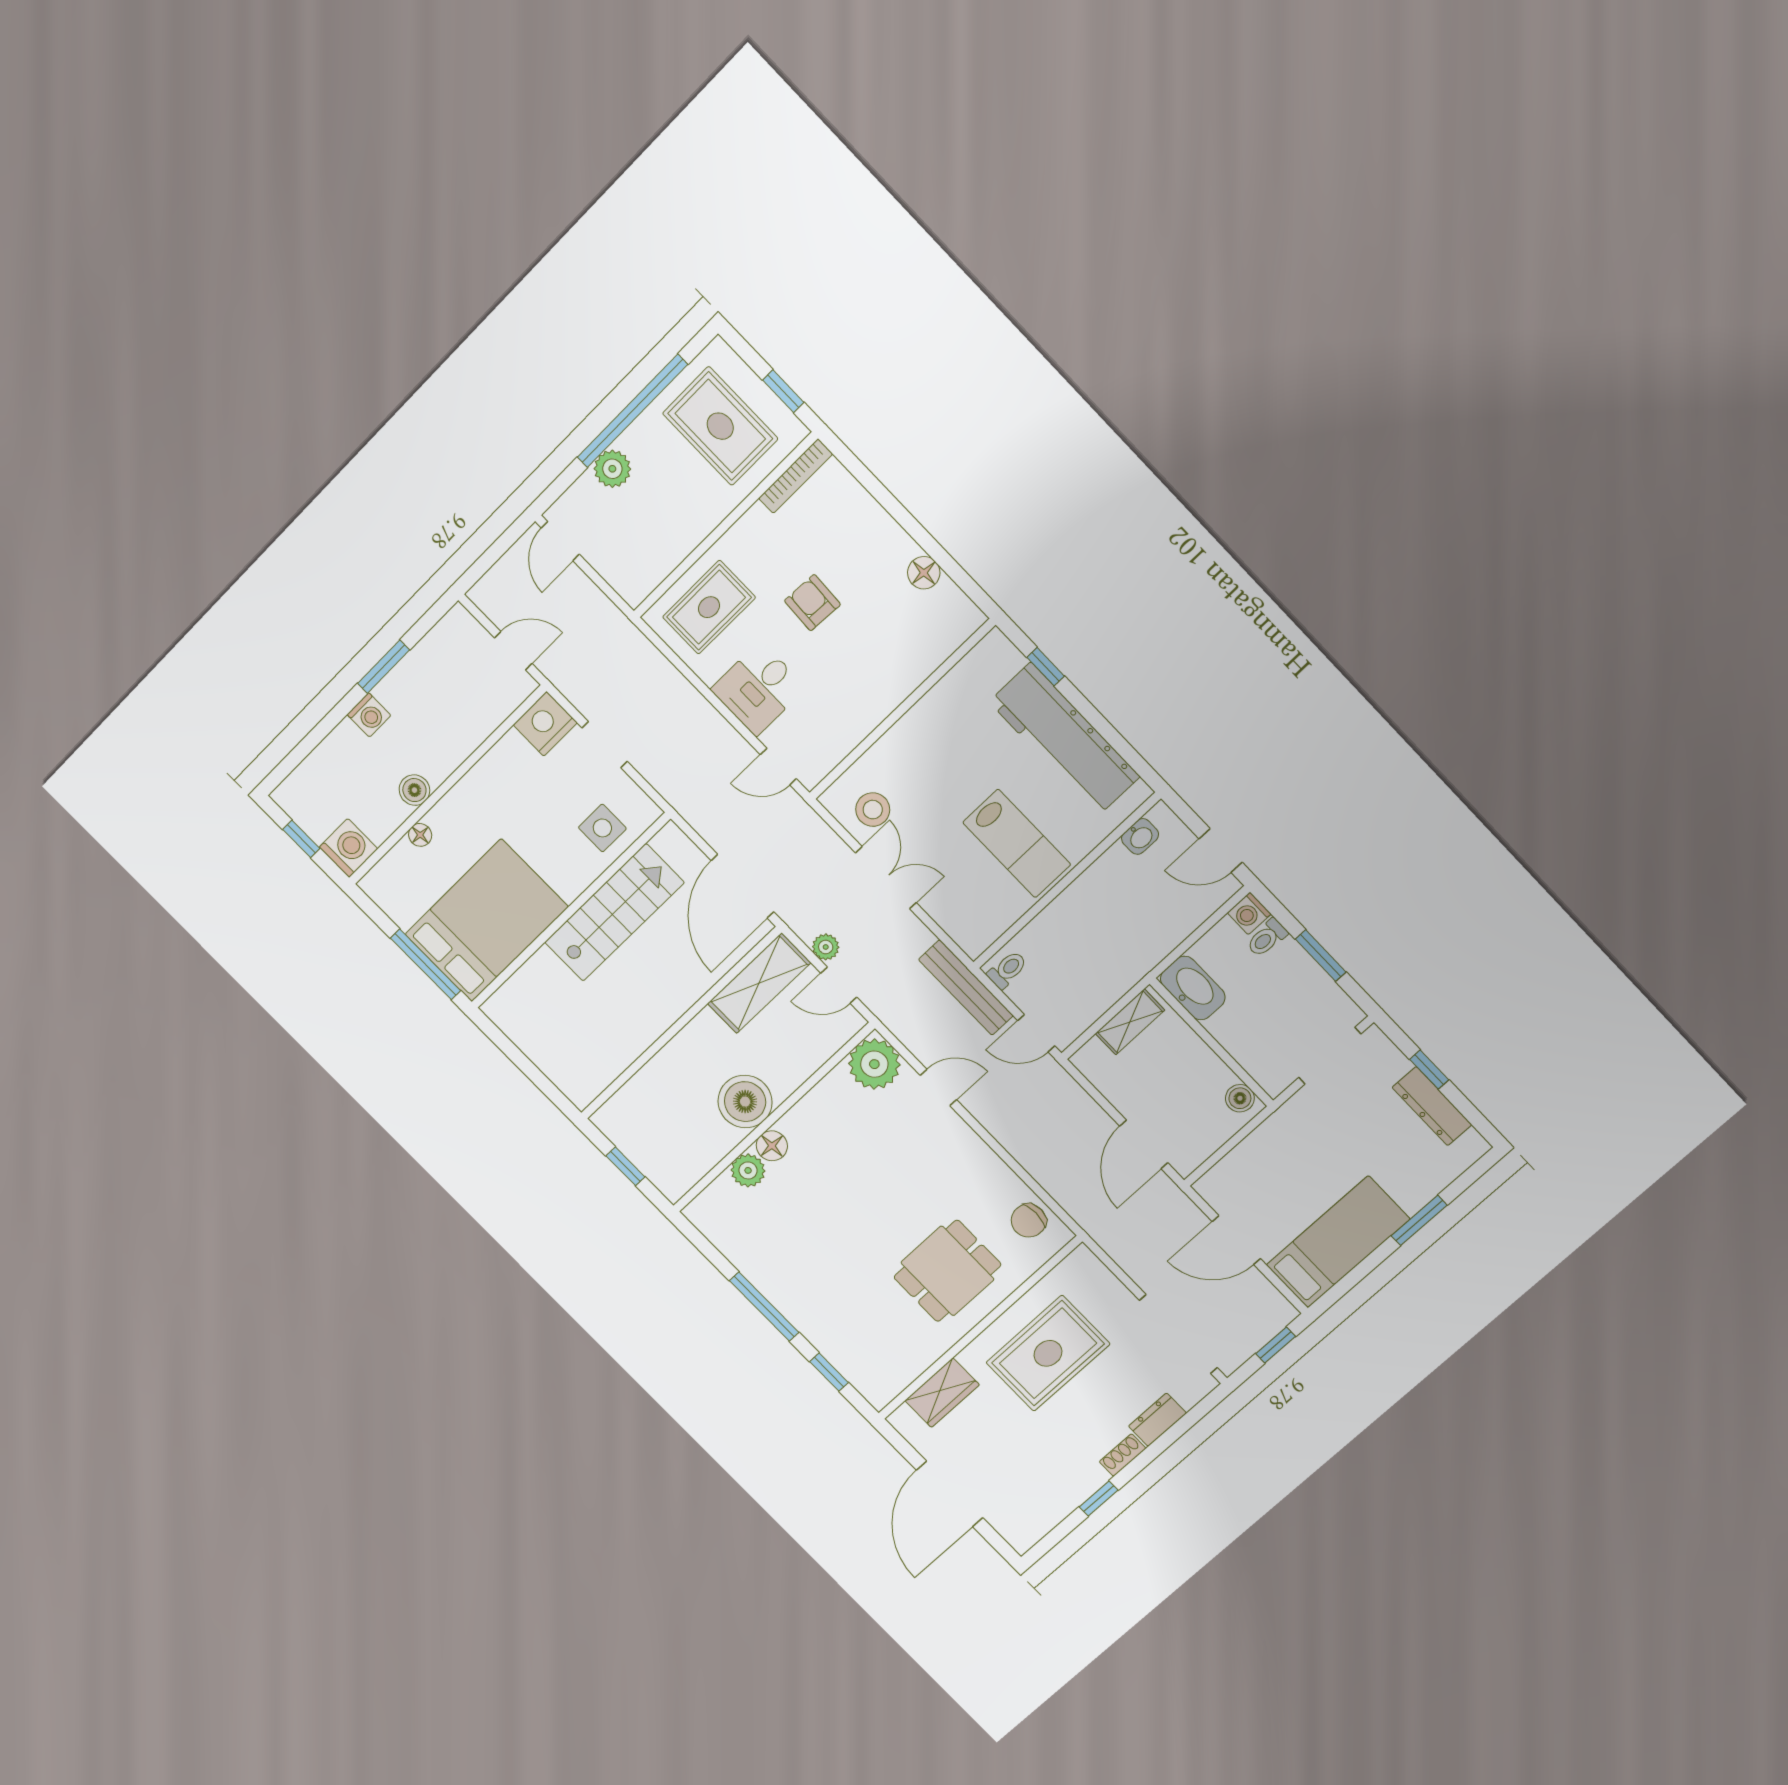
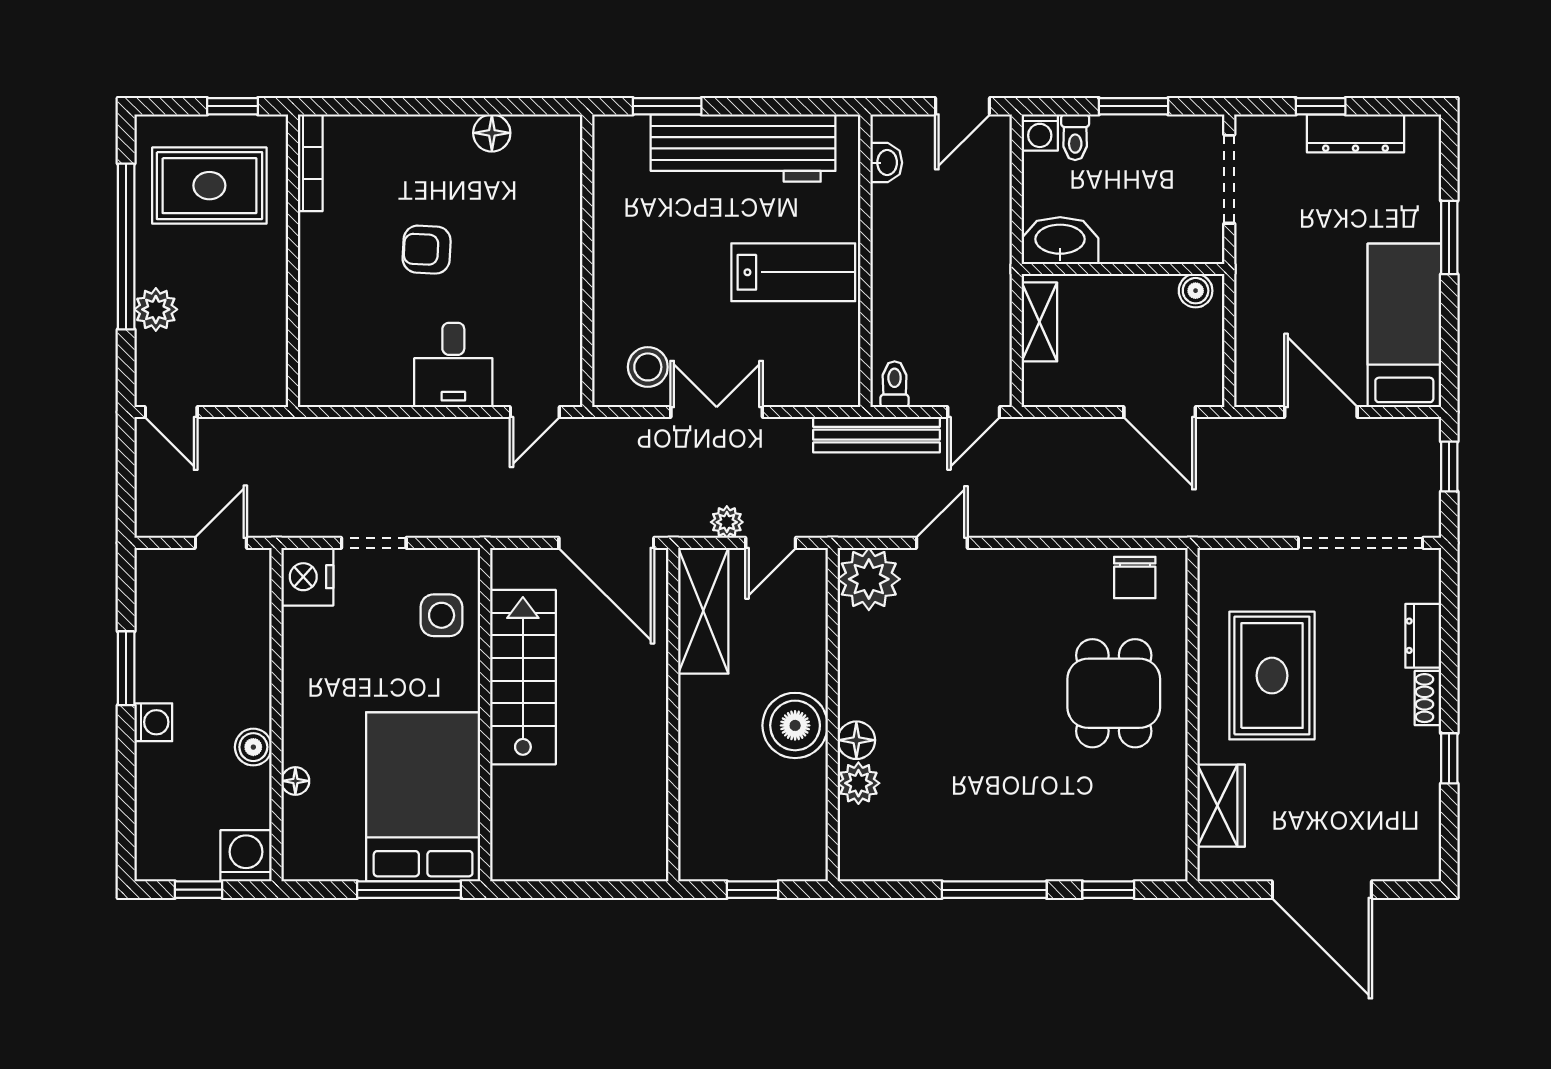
rug: (709, 607) -> (346, 340), removed
window: (1046, 667) -> (667, 106), width x1.50
door: (1236, 1240) -> (1321, 412), swing flipped

